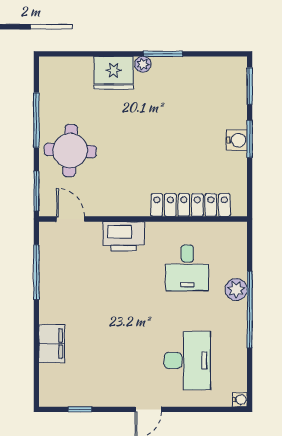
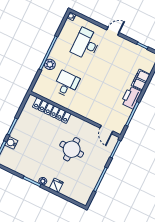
fridge: (114, 73) -> (56, 185), width x0.53, depth x0.75
water cooler: (237, 140) -> (11, 143), moved
round table: (70, 151) -> (72, 149), moved
printer: (124, 236) -> (131, 97), moved, turned -90

